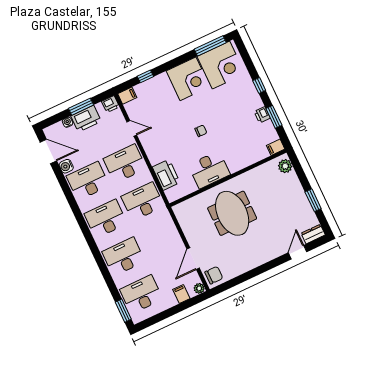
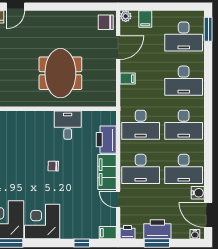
water cooler: (68, 122) -> (195, 234), moved
filing cabinet: (152, 147) -> (107, 172), added
desk: (209, 170) -> (68, 125), width x0.73
filing cabinet: (172, 236) -> (128, 79), added

